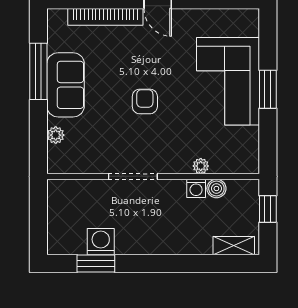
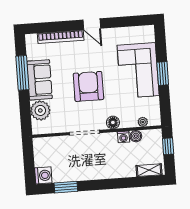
armchair: (145, 101) -> (88, 86), width x1.88, depth x1.88
plant: (56, 135) -> (40, 110), width x1.87, depth x1.87
floor lamp: (181, 163) -> (113, 122), added
plant: (201, 166) -> (143, 122), moved
washing machine: (101, 242) -> (43, 175), moved, turned 90

